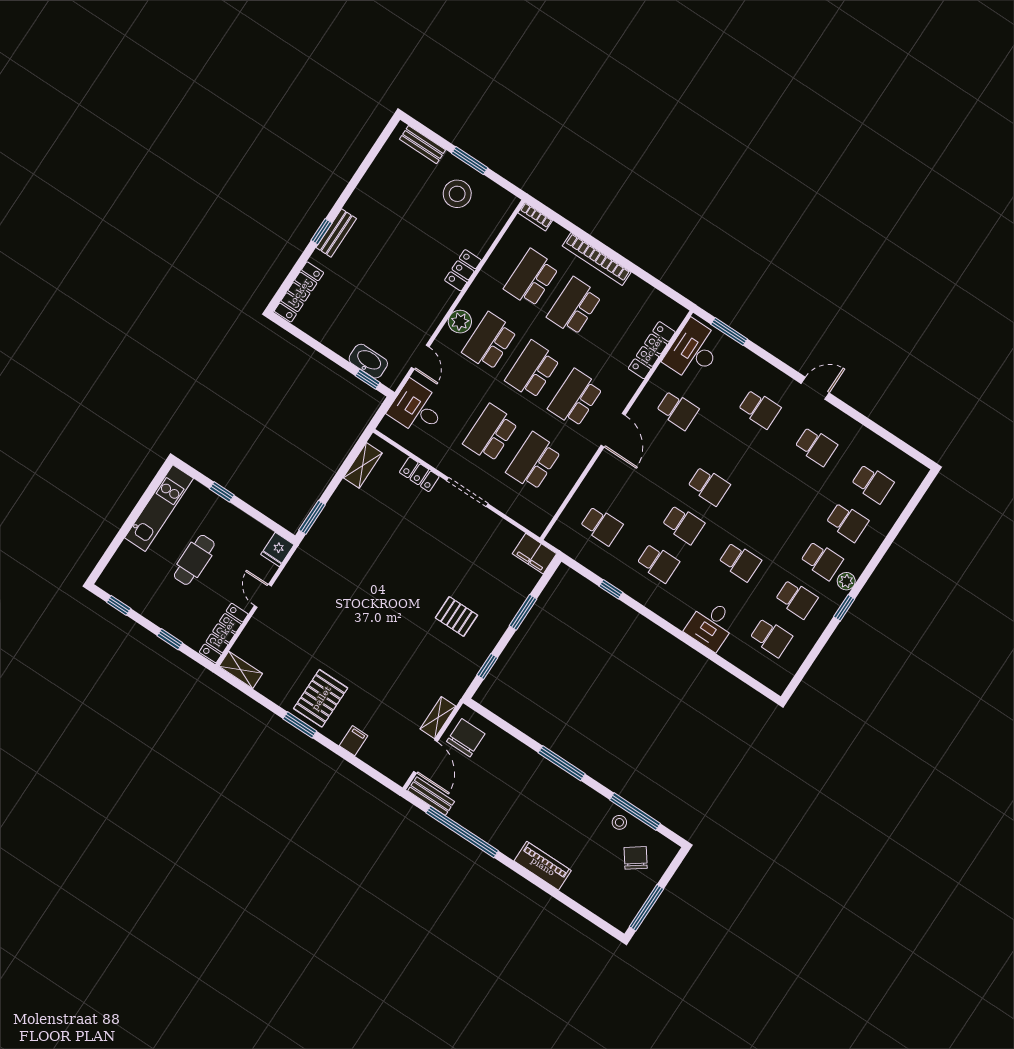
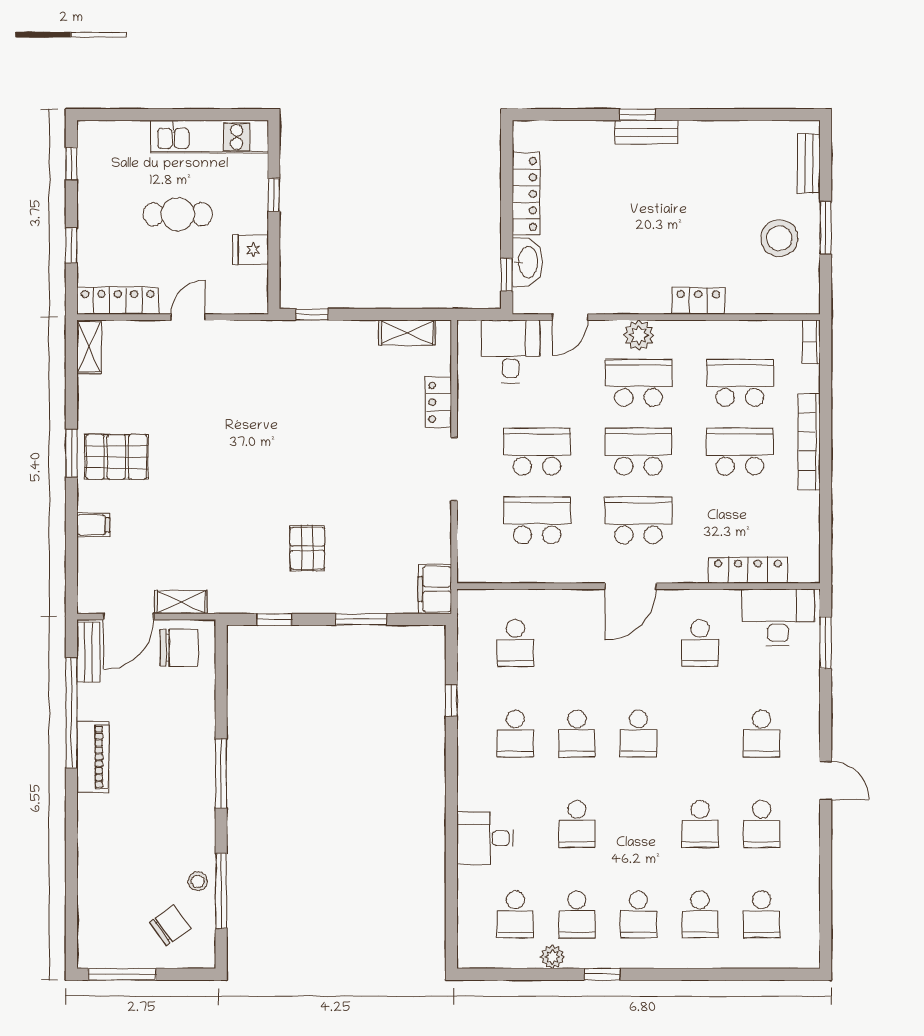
locker: (299, 292) -> (526, 194), moved, turned -90
school desk: (791, 485) -> (700, 824), added
window: (312, 517) -> (312, 314), width x0.67
fridge: (277, 550) -> (250, 250), moved
plant: (846, 581) -> (552, 957), moved
piano: (543, 866) -> (93, 757), moved

